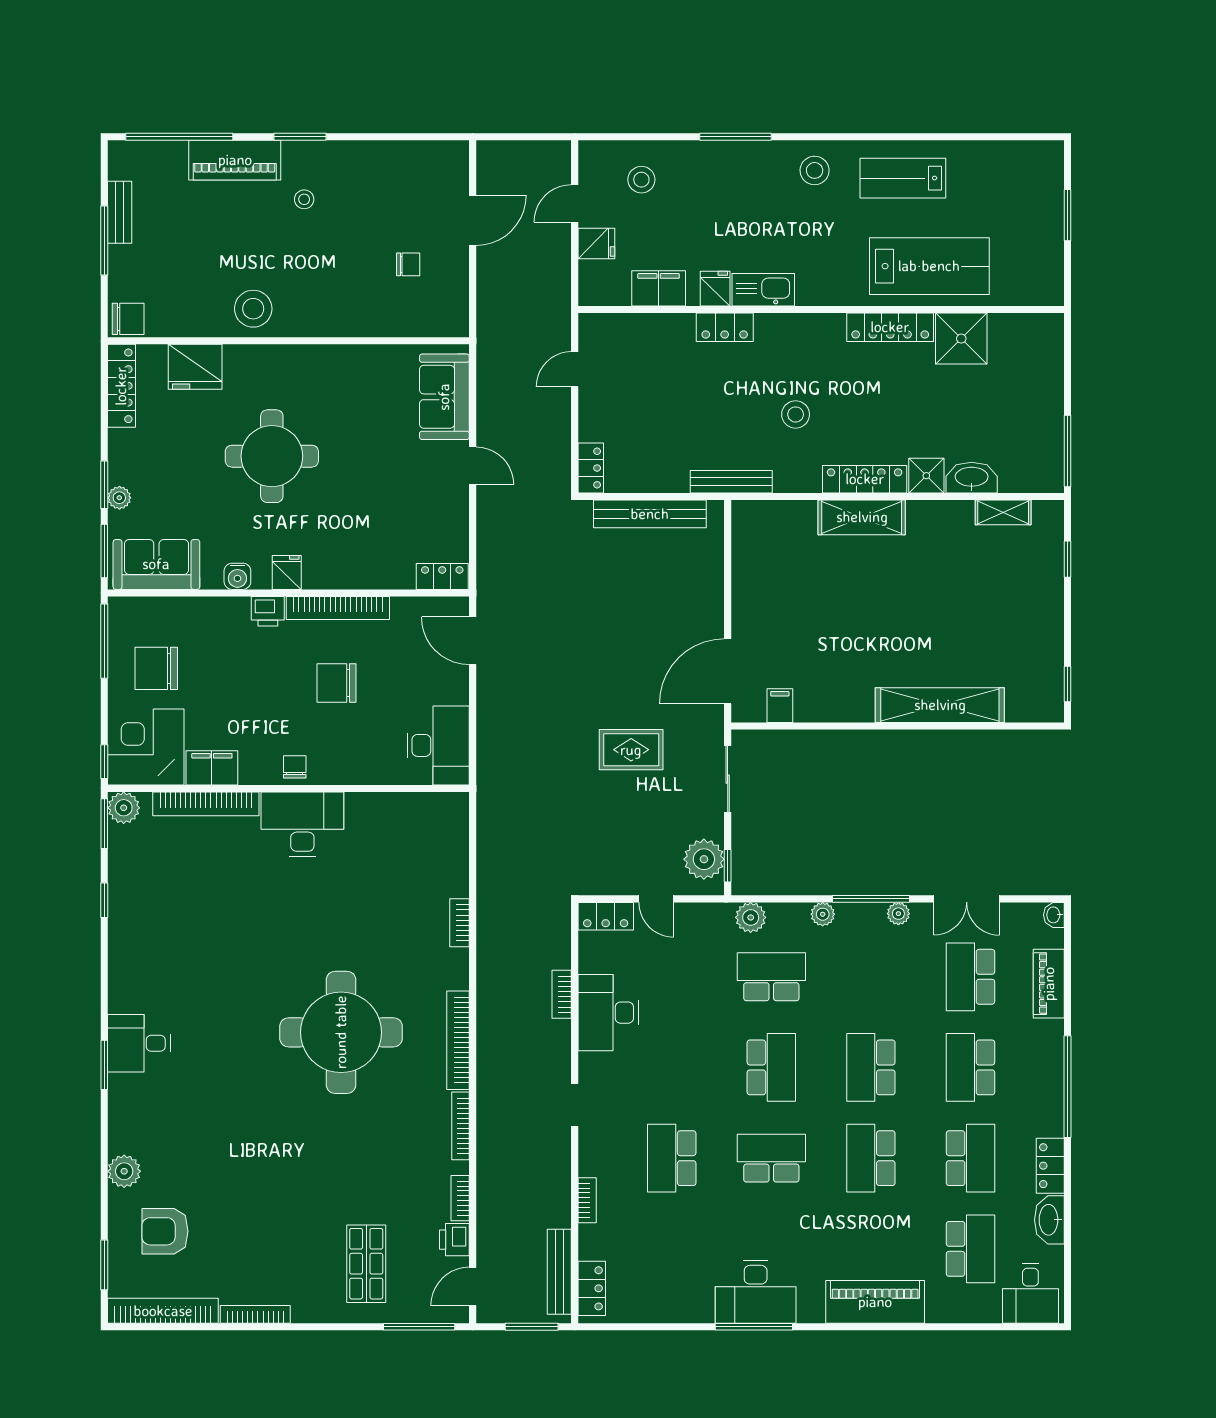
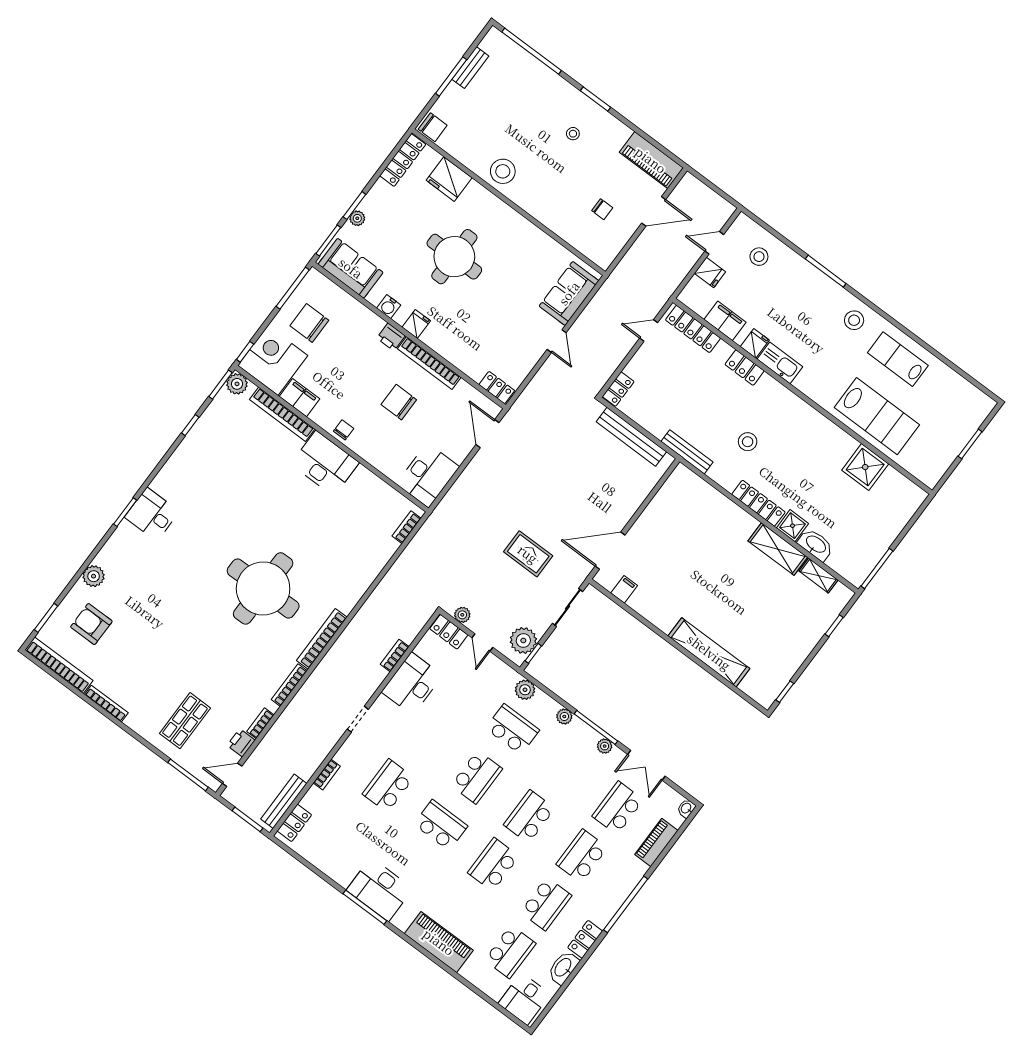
piano: (235, 160) -> (651, 160), moved
locker: (890, 327) -> (693, 329), moved
shelving: (862, 517) -> (778, 549), moved
plant: (607, 883) -> (462, 615), added
bookcase: (460, 923) -> (407, 527), moved

